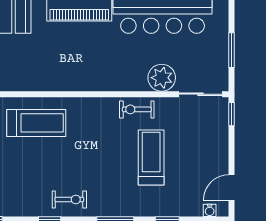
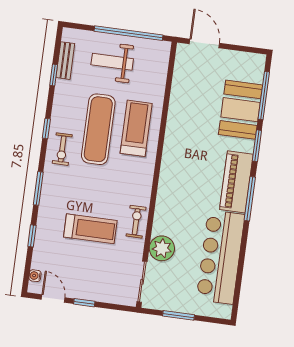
window: (232, 114) -> (84, 303), moved
treadmill: (36, 123) -> (136, 128), turned 180
exercise mat: (43, 164) -> (98, 129), added

